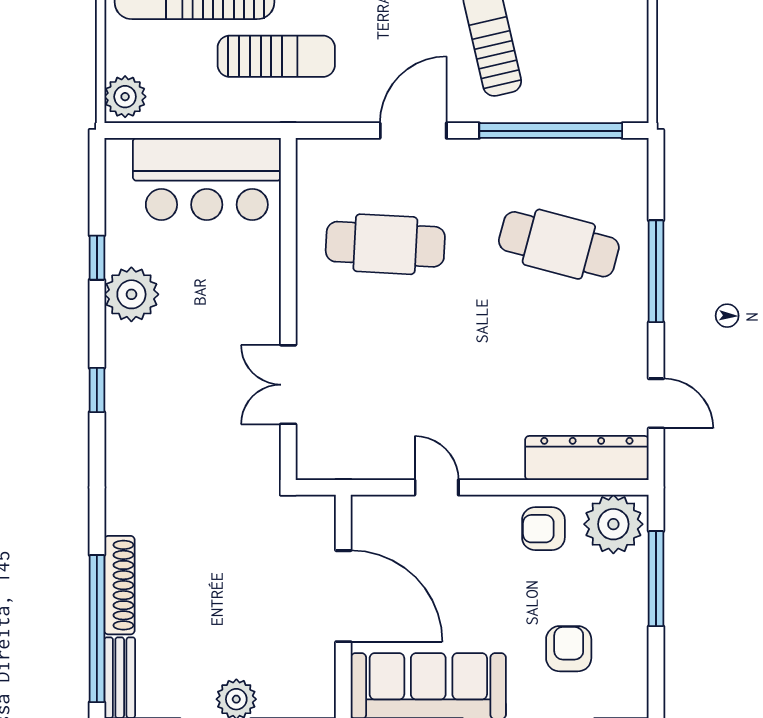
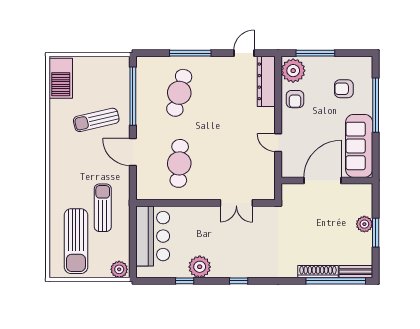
door: (437, 487) -> (278, 143), hinge flipped

